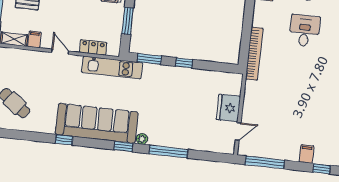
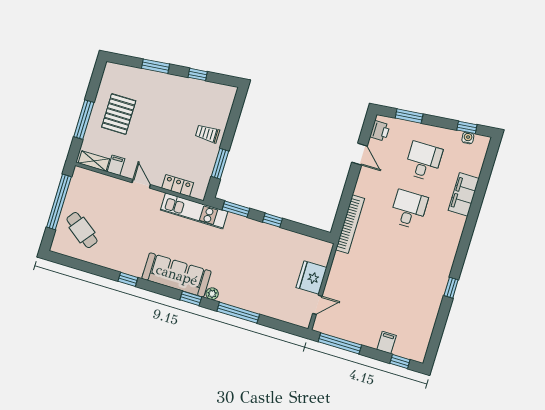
sofa: (97, 123) -> (177, 275), width x0.74, depth x0.79

